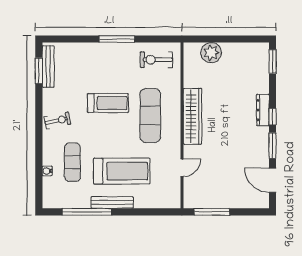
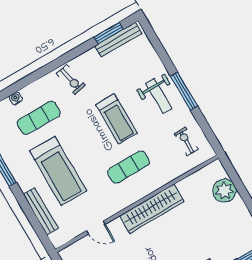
exercise bike: (156, 60) -> (186, 141), width x0.73, depth x0.72
weight bench: (109, 61) -> (159, 96), added
exercise mat: (150, 115) -> (129, 167), width x0.73, depth x0.69
bench: (112, 203) -> (41, 211), moved

